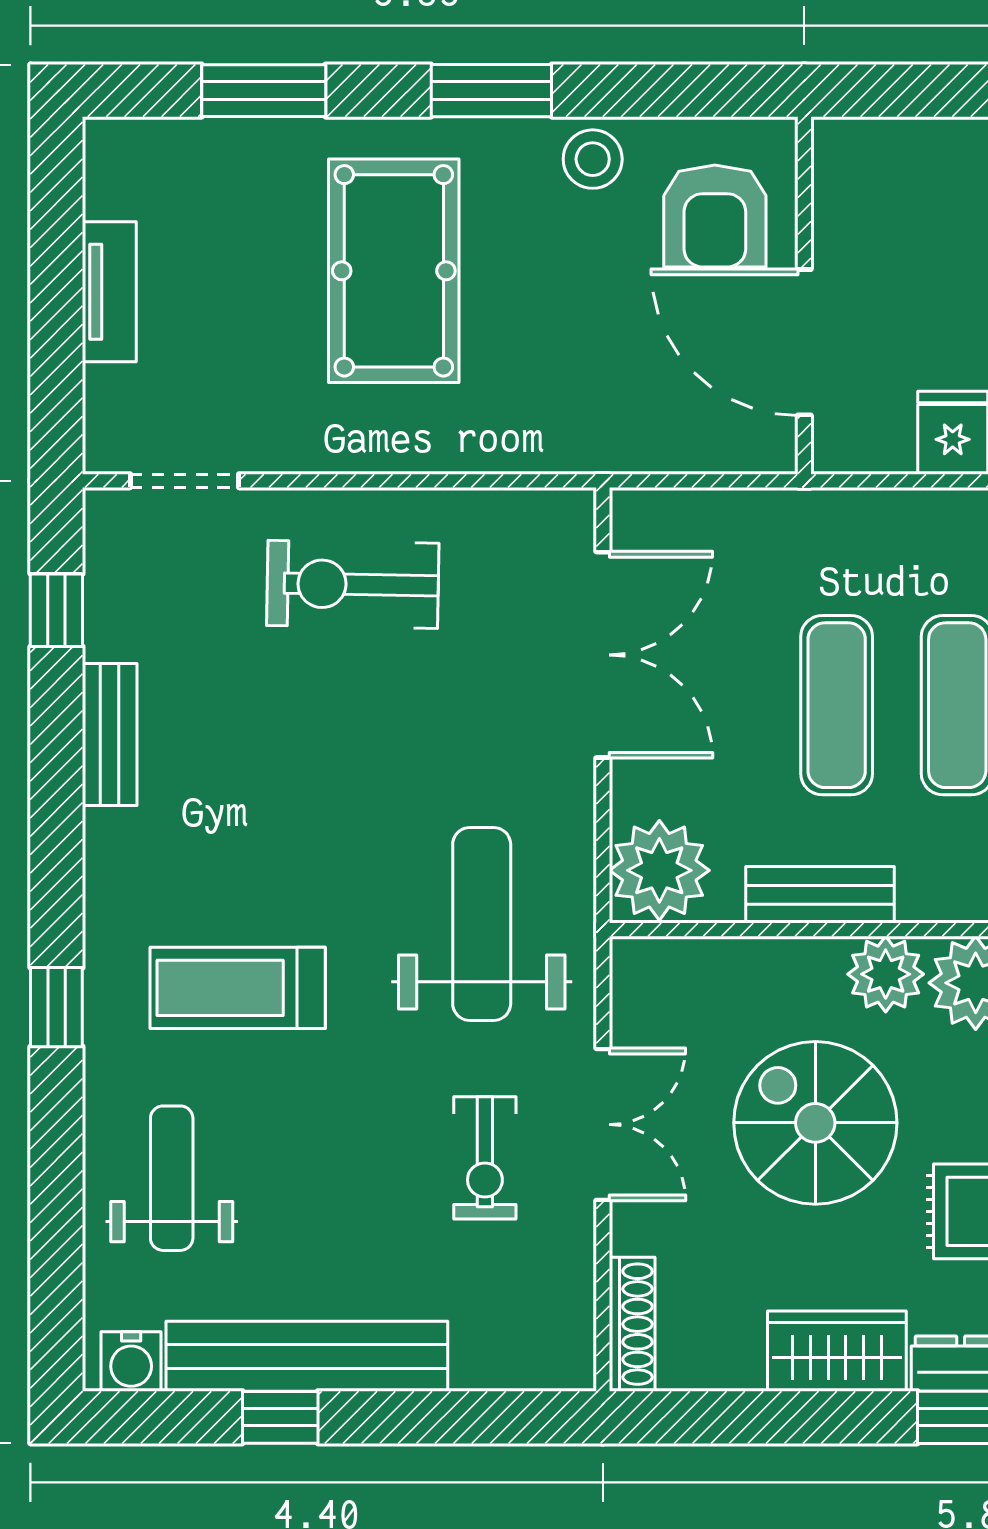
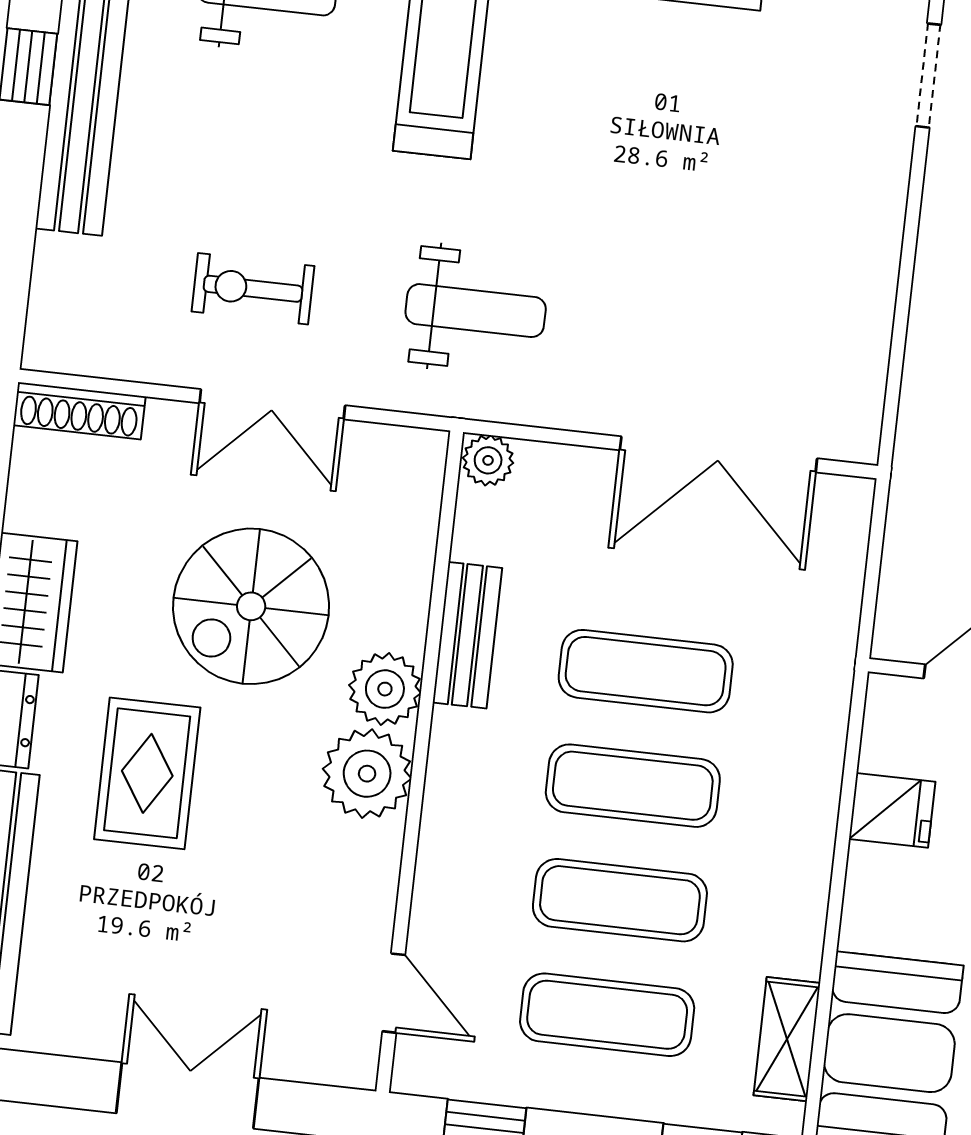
exercise bike: (353, 584) -> (812, 224), removed
plant: (659, 870) -> (488, 460), width x0.53, depth x0.53
weight bench: (482, 924) -> (476, 311), width x0.73, depth x0.75
spiral stairs: (815, 1123) -> (251, 606), turned 180

